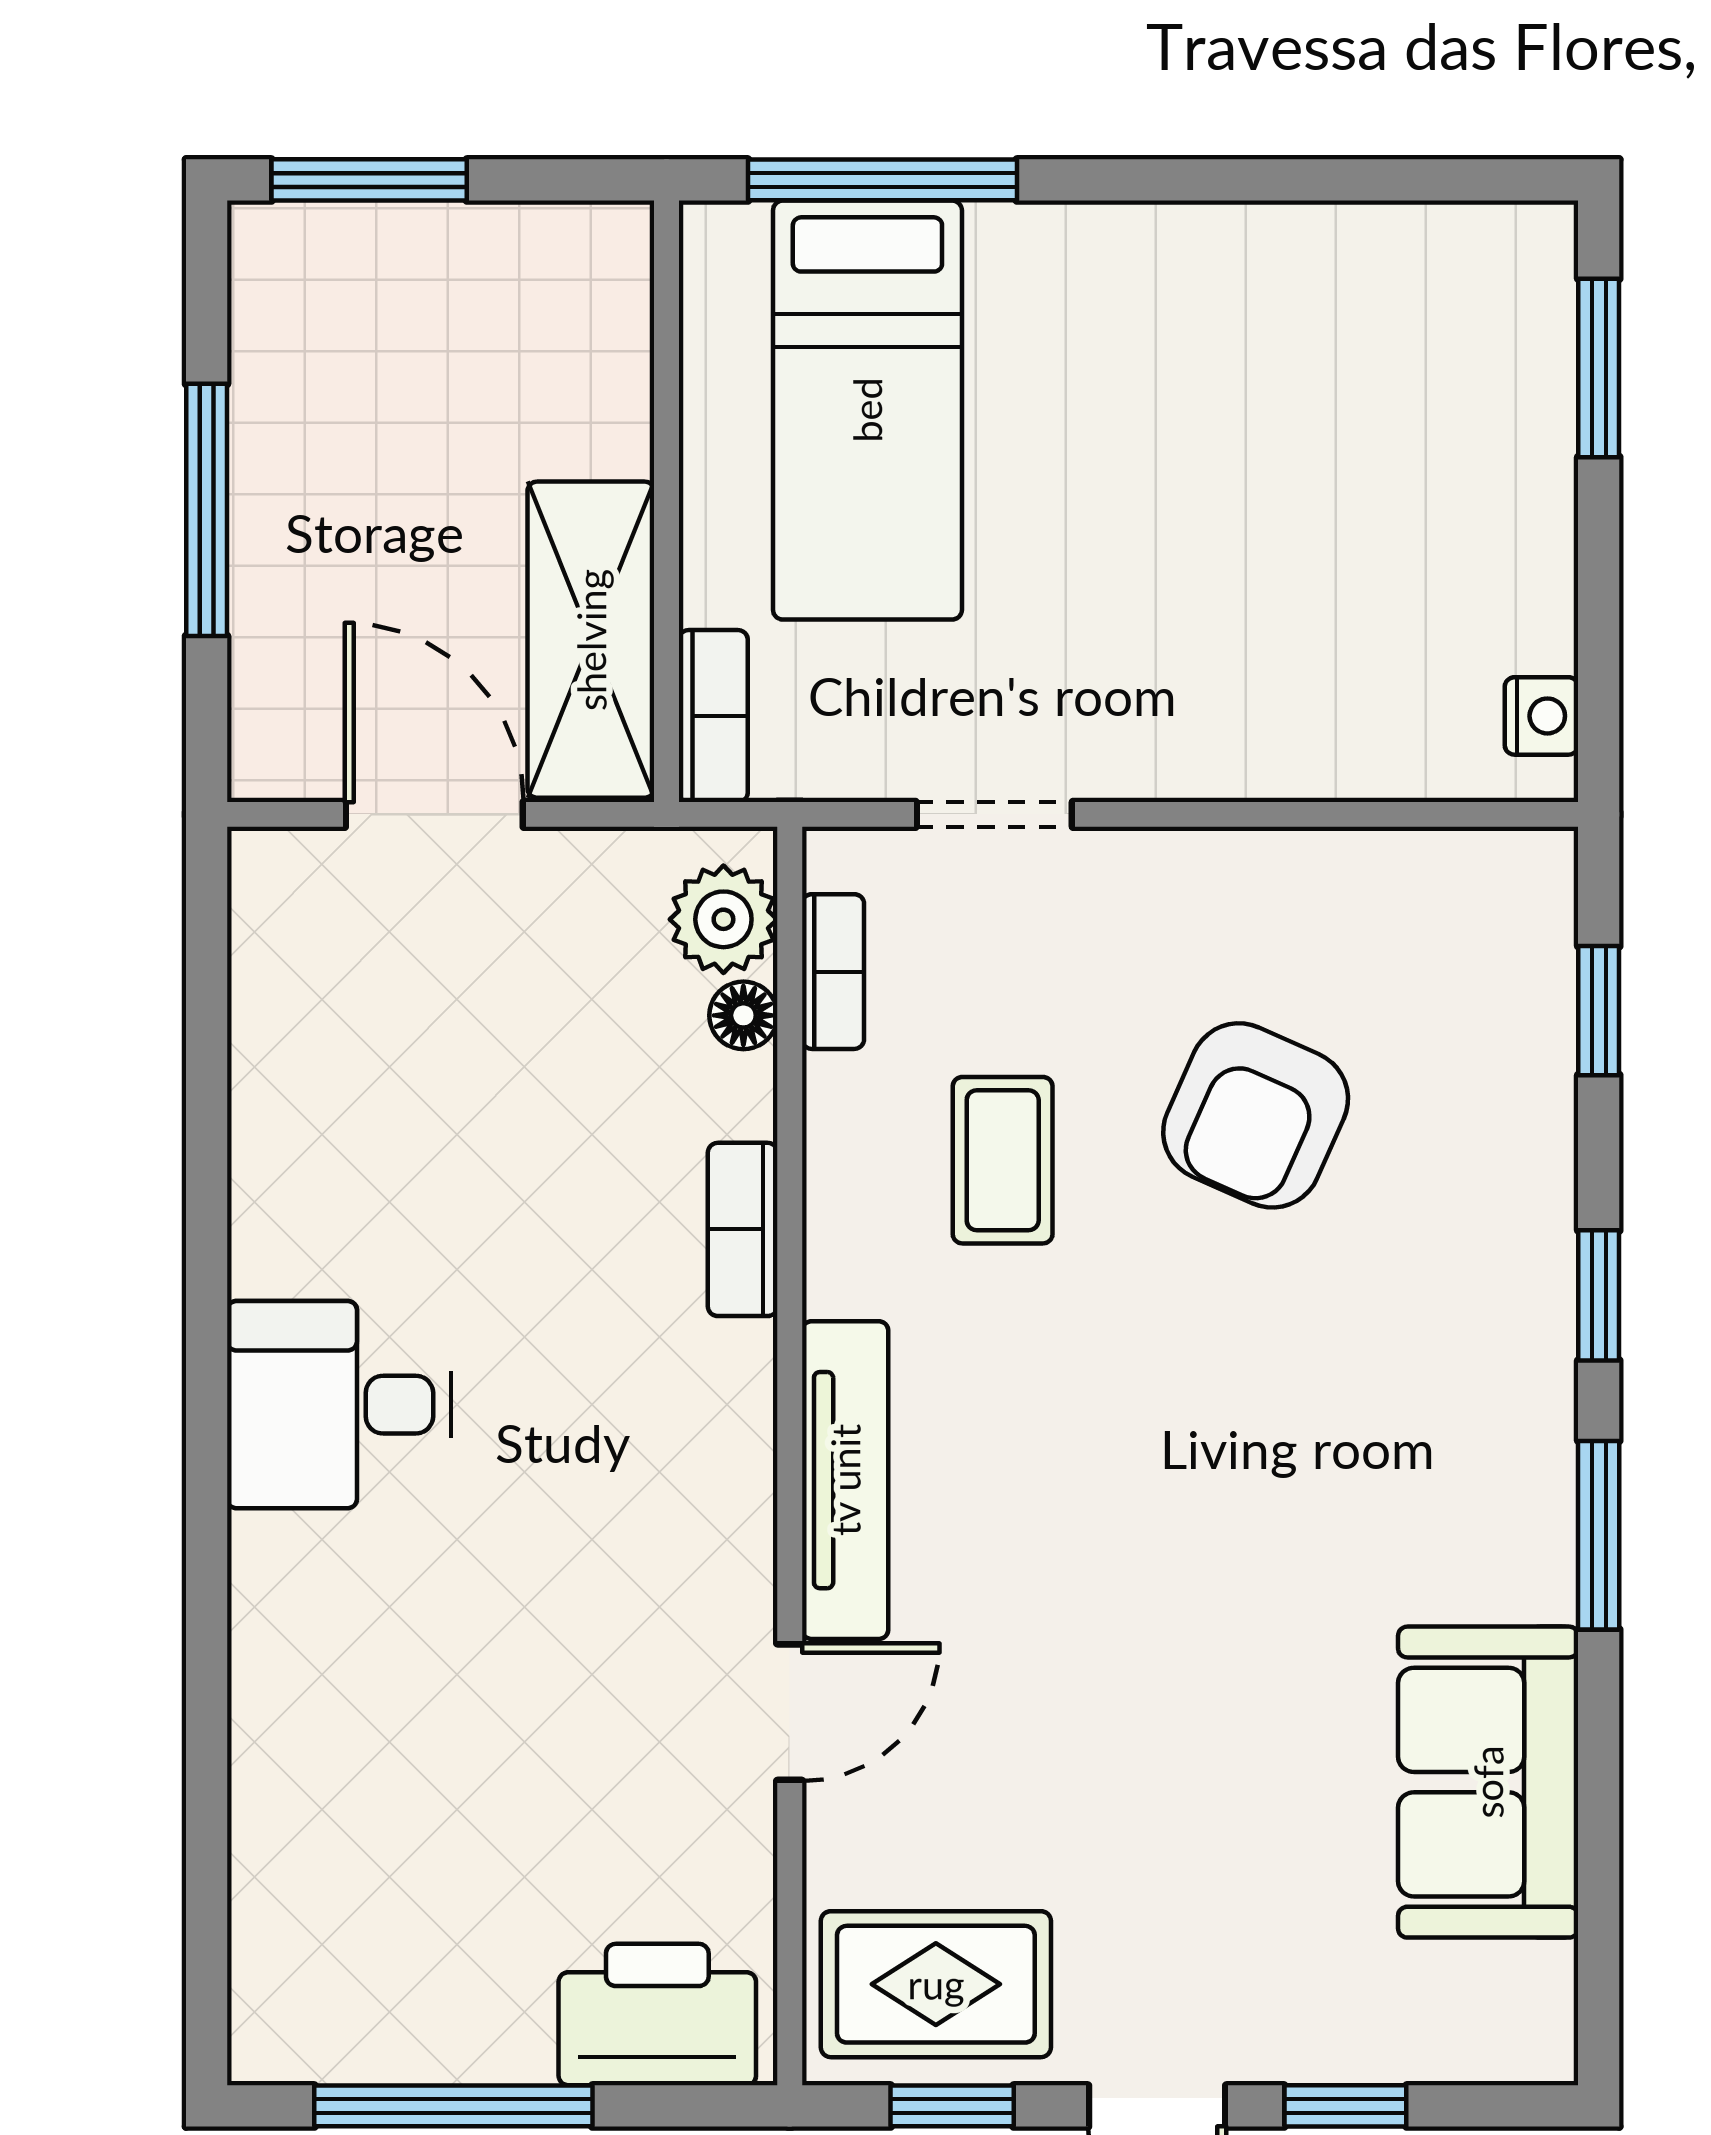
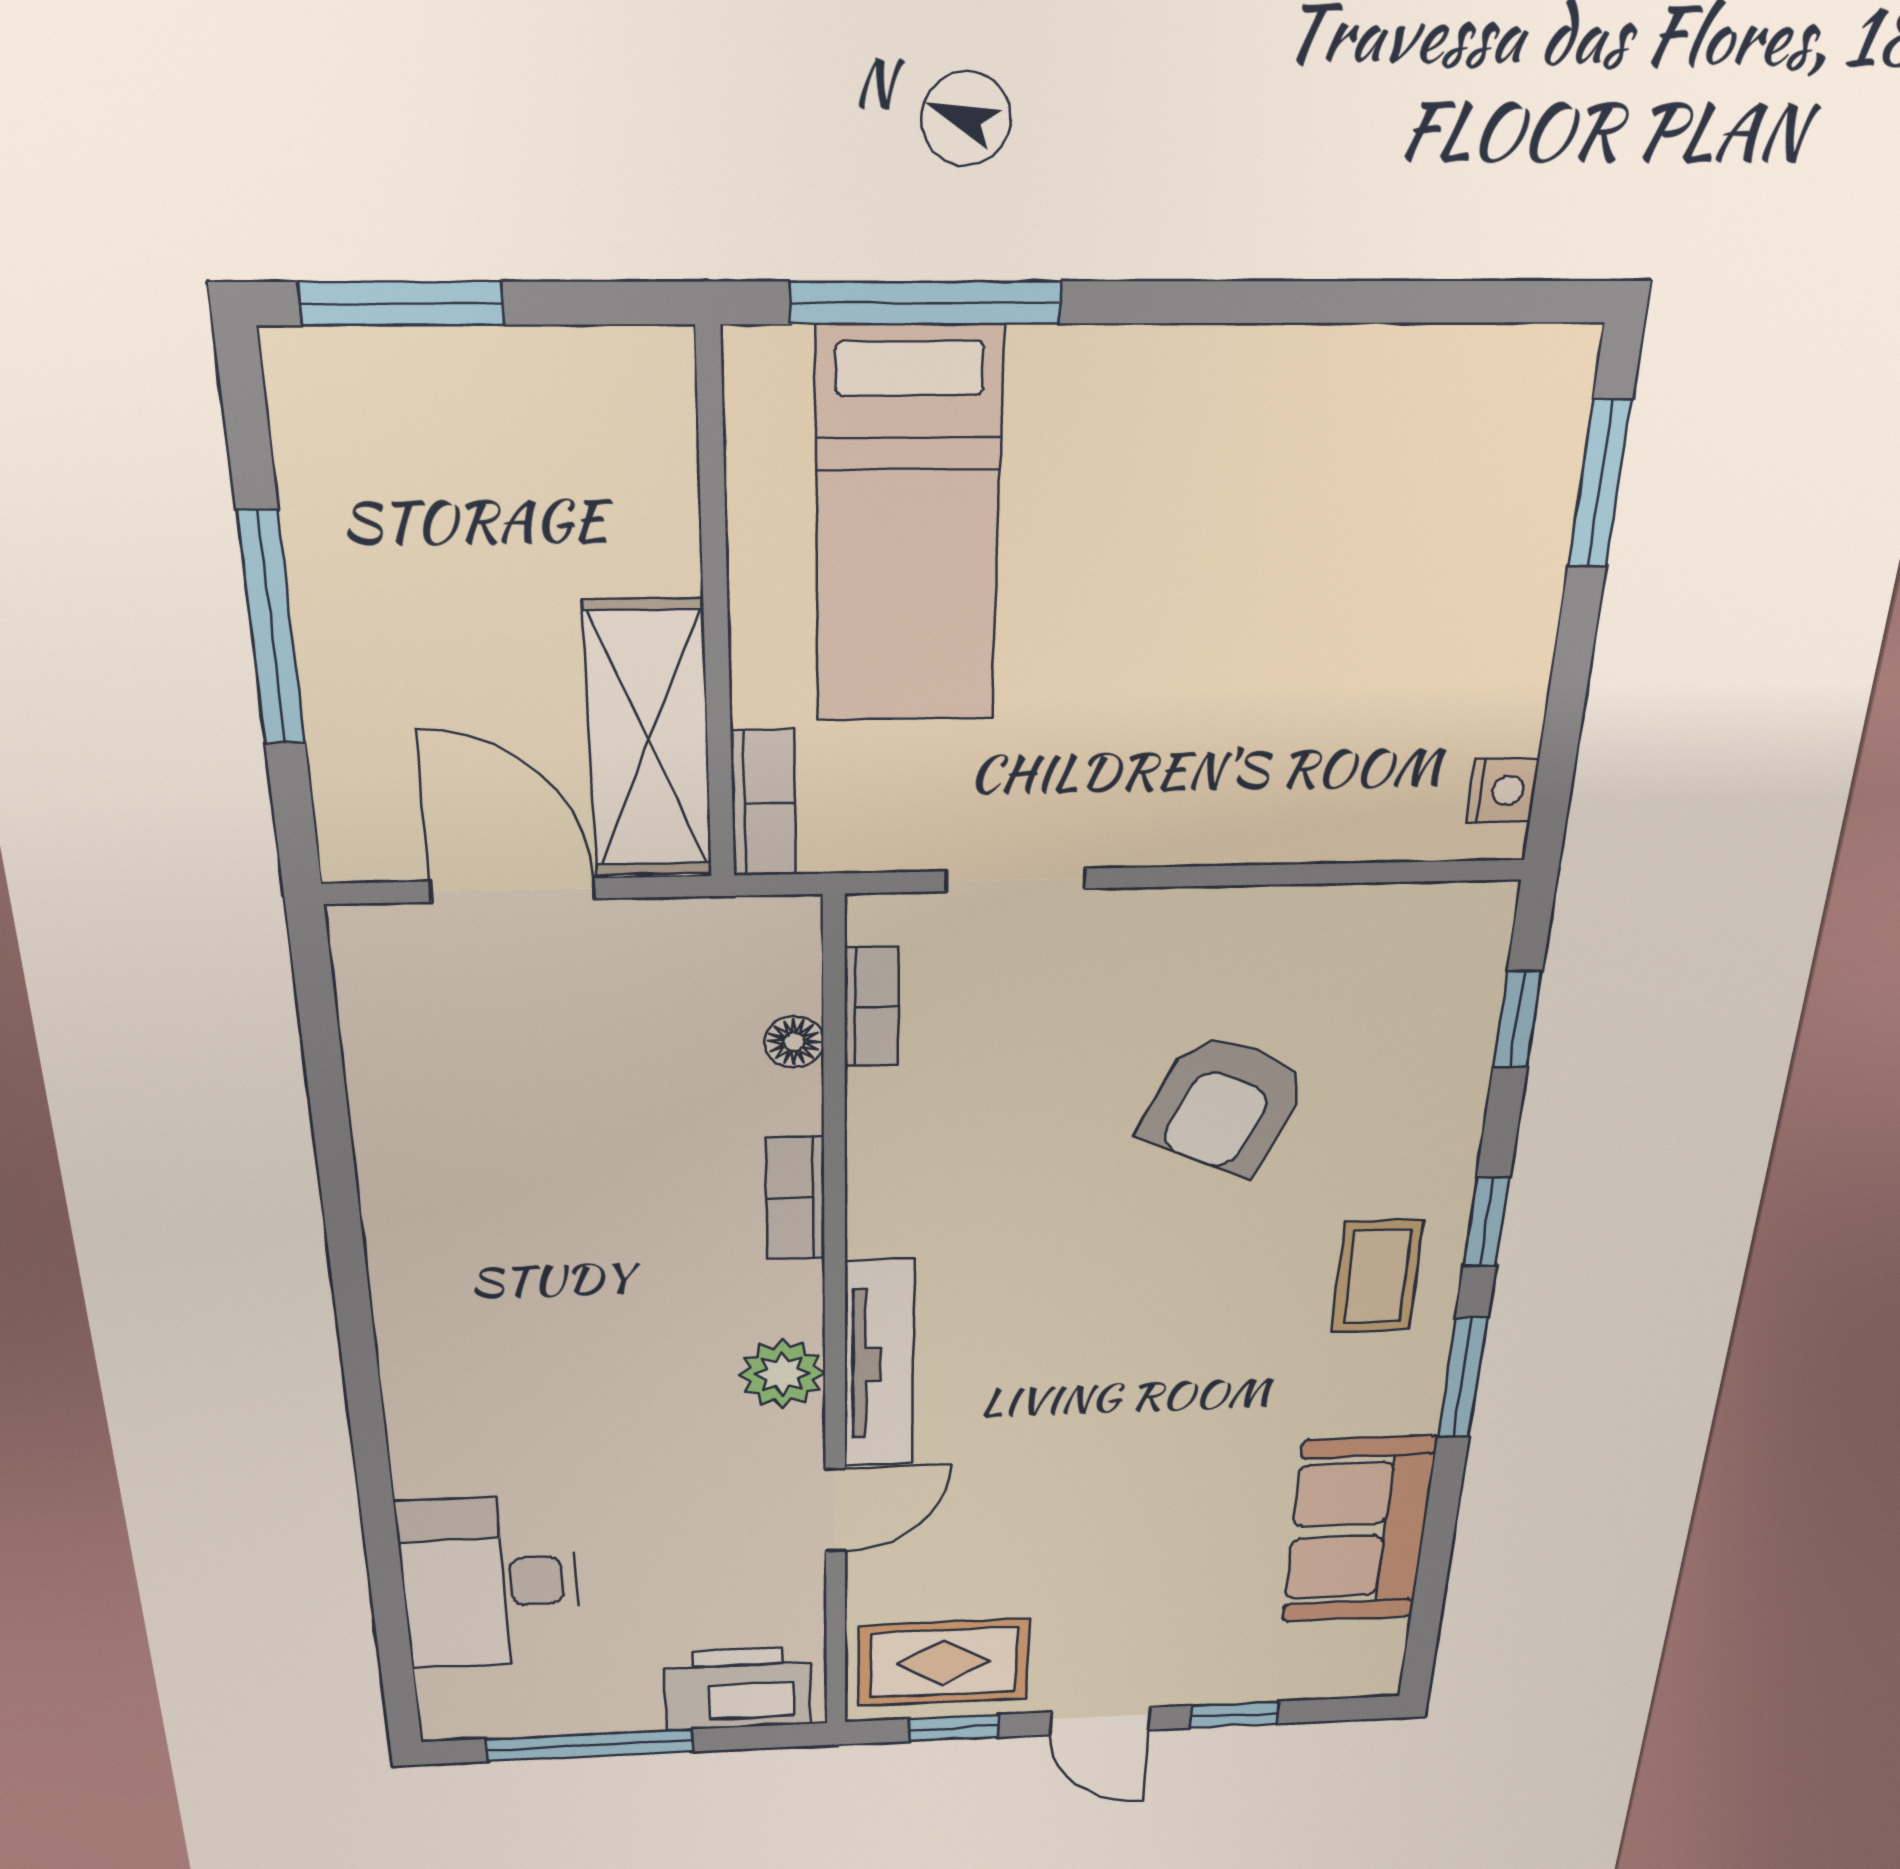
plant: (723, 919) -> (782, 1374), moved
coffee table: (1003, 1160) -> (1377, 1276), moved
desk: (339, 1405) -> (490, 1583), moved, width x1.37

